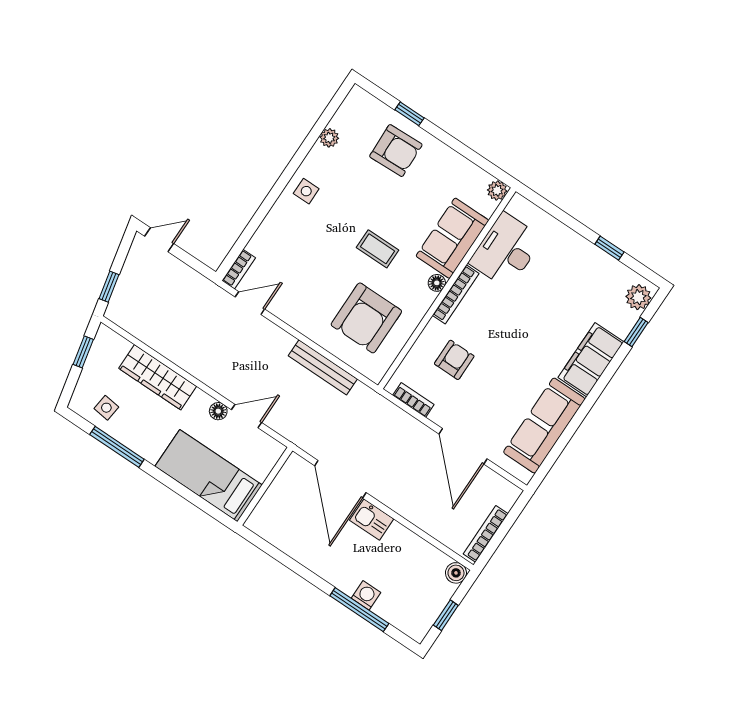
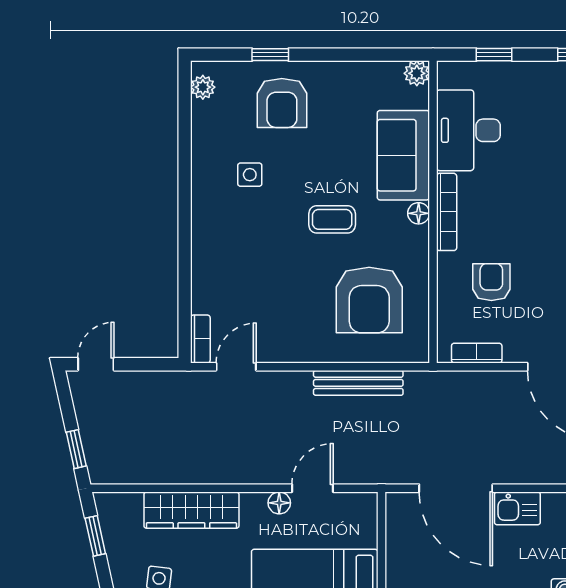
plant: (329, 138) -> (203, 87), moved
armchair: (396, 151) -> (282, 103), turned 92
side table: (306, 191) -> (250, 175), moved
window: (556, 212) -> (494, 55), added

